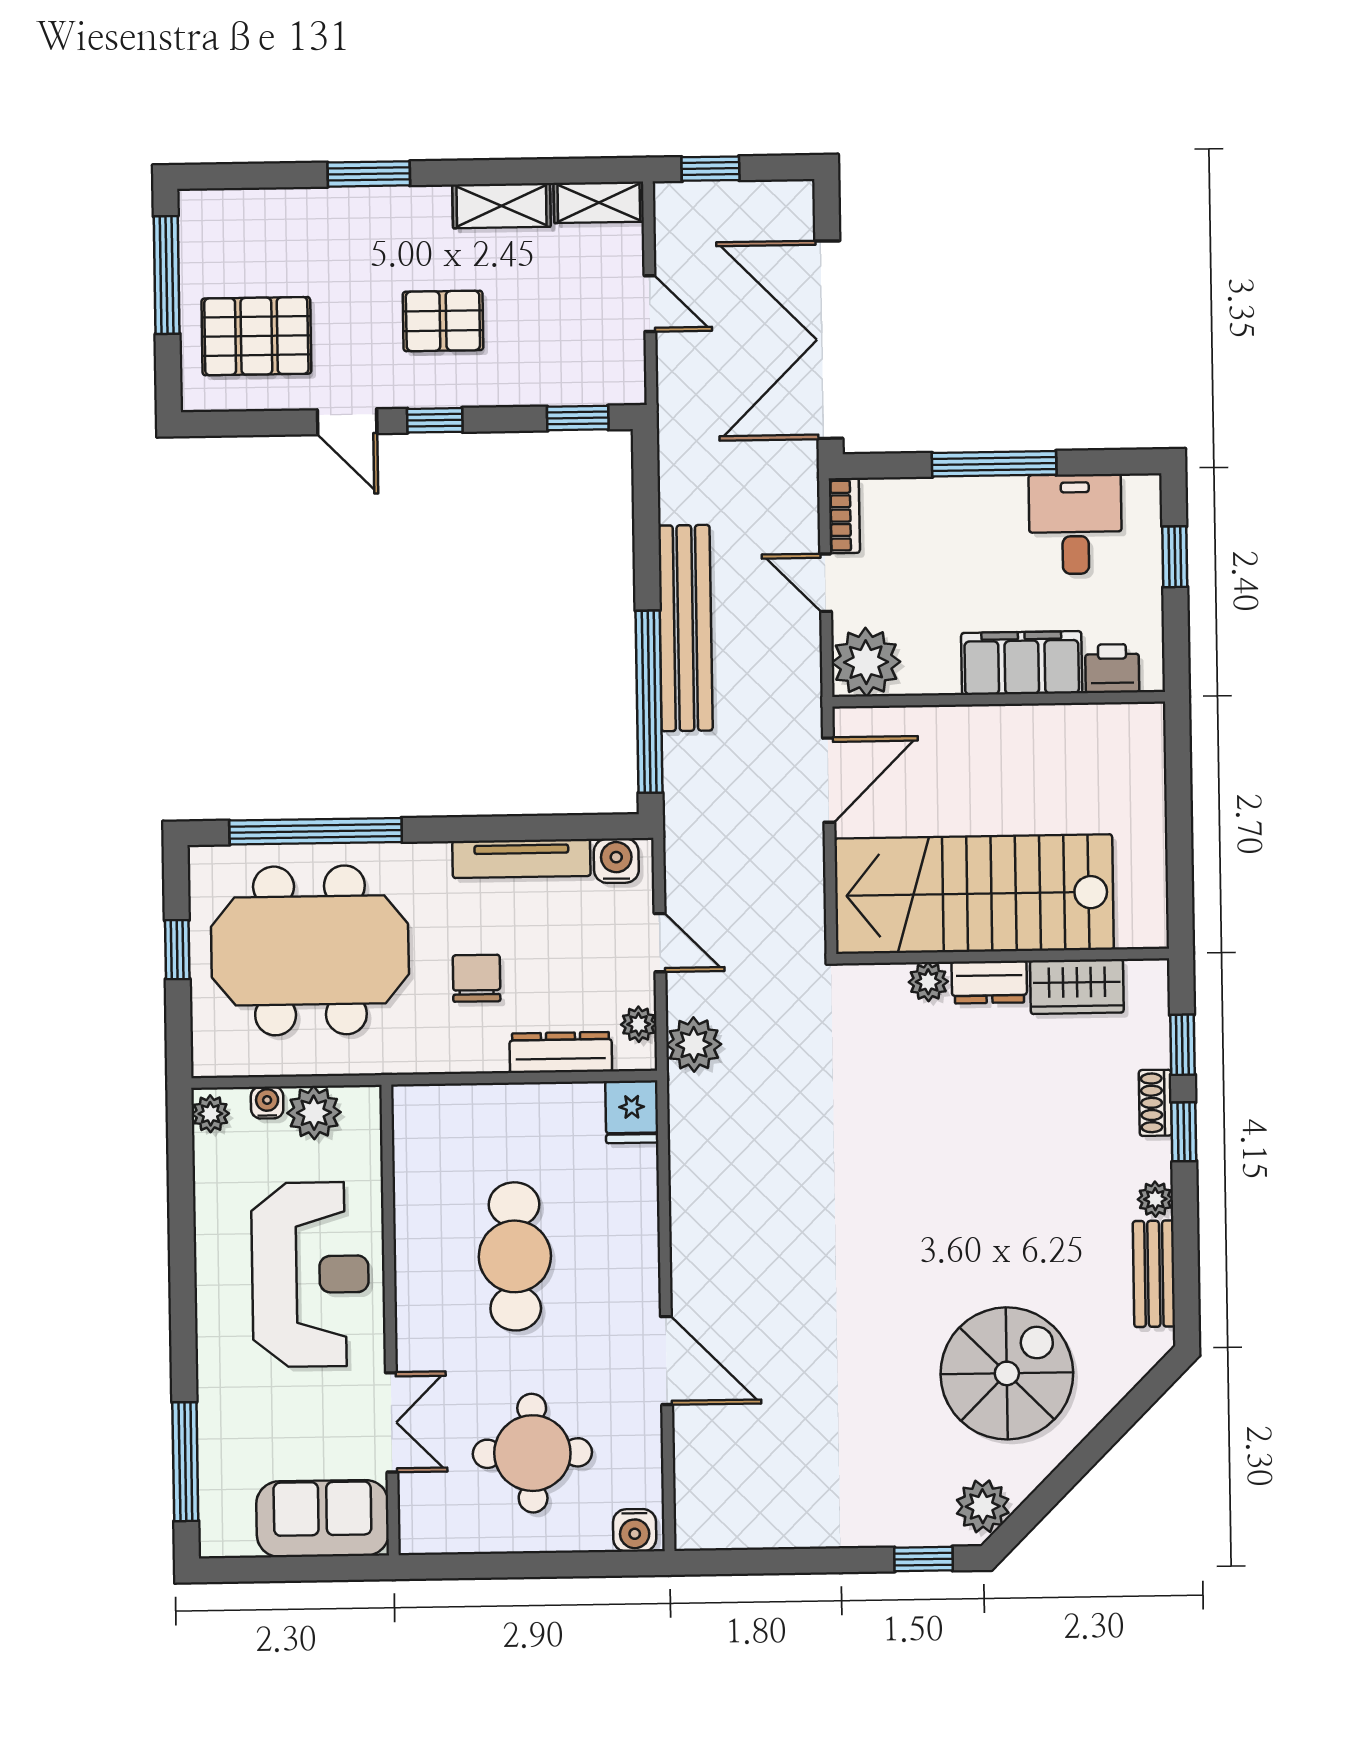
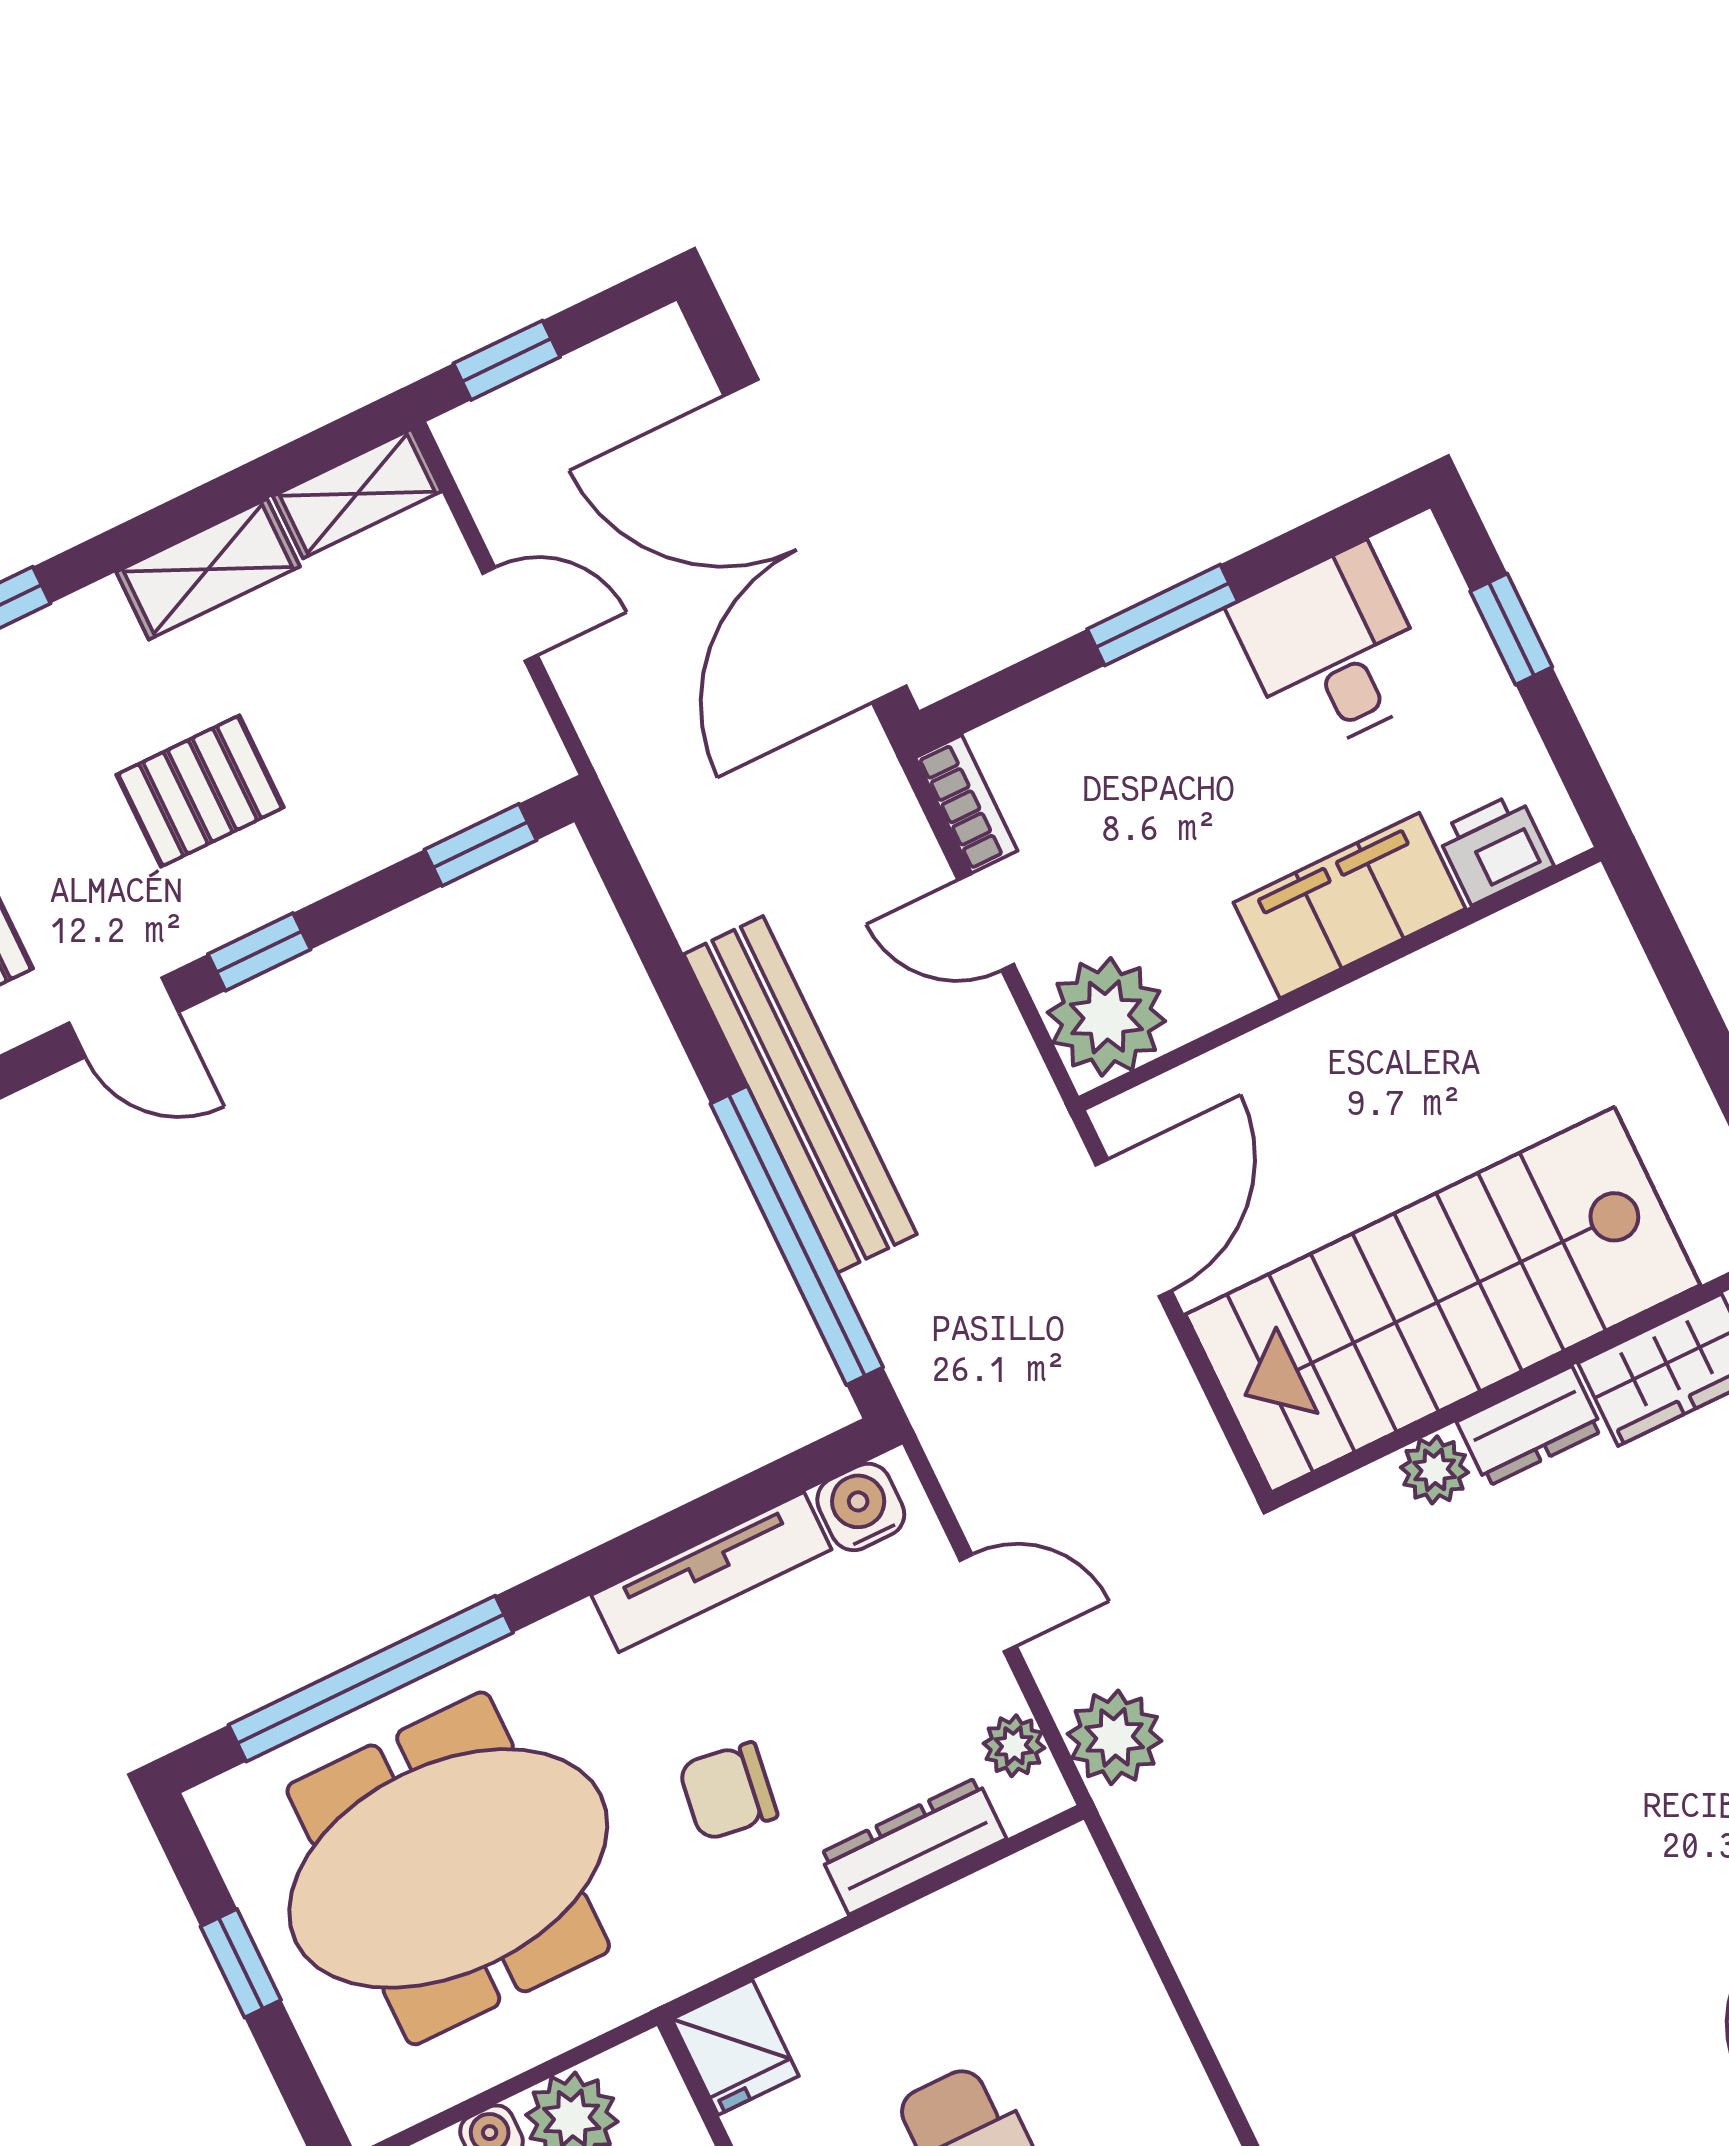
window: (994, 464) -> (1163, 615), width x0.69
chair: (477, 978) -> (728, 1791), turned -82
fridge: (632, 1112) -> (735, 2047), moved

